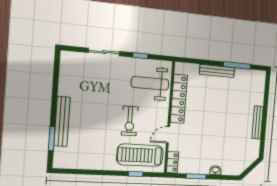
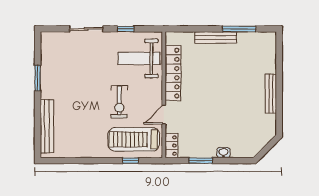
bench: (62, 121) -> (47, 126), moved
window: (52, 138) -> (38, 78), moved

